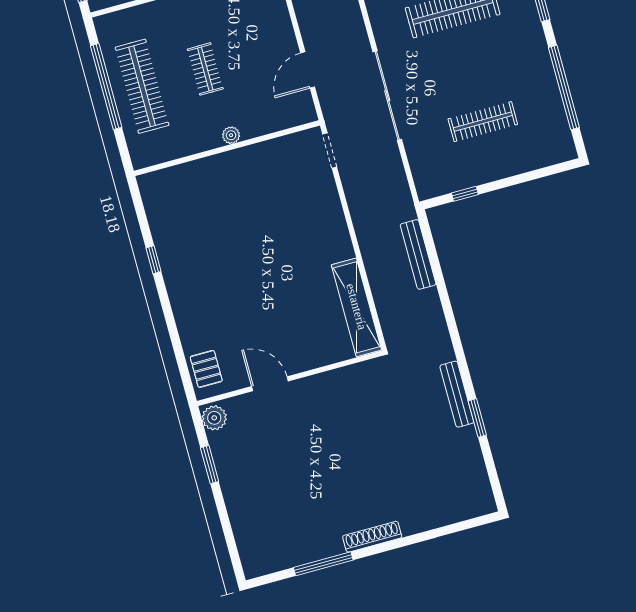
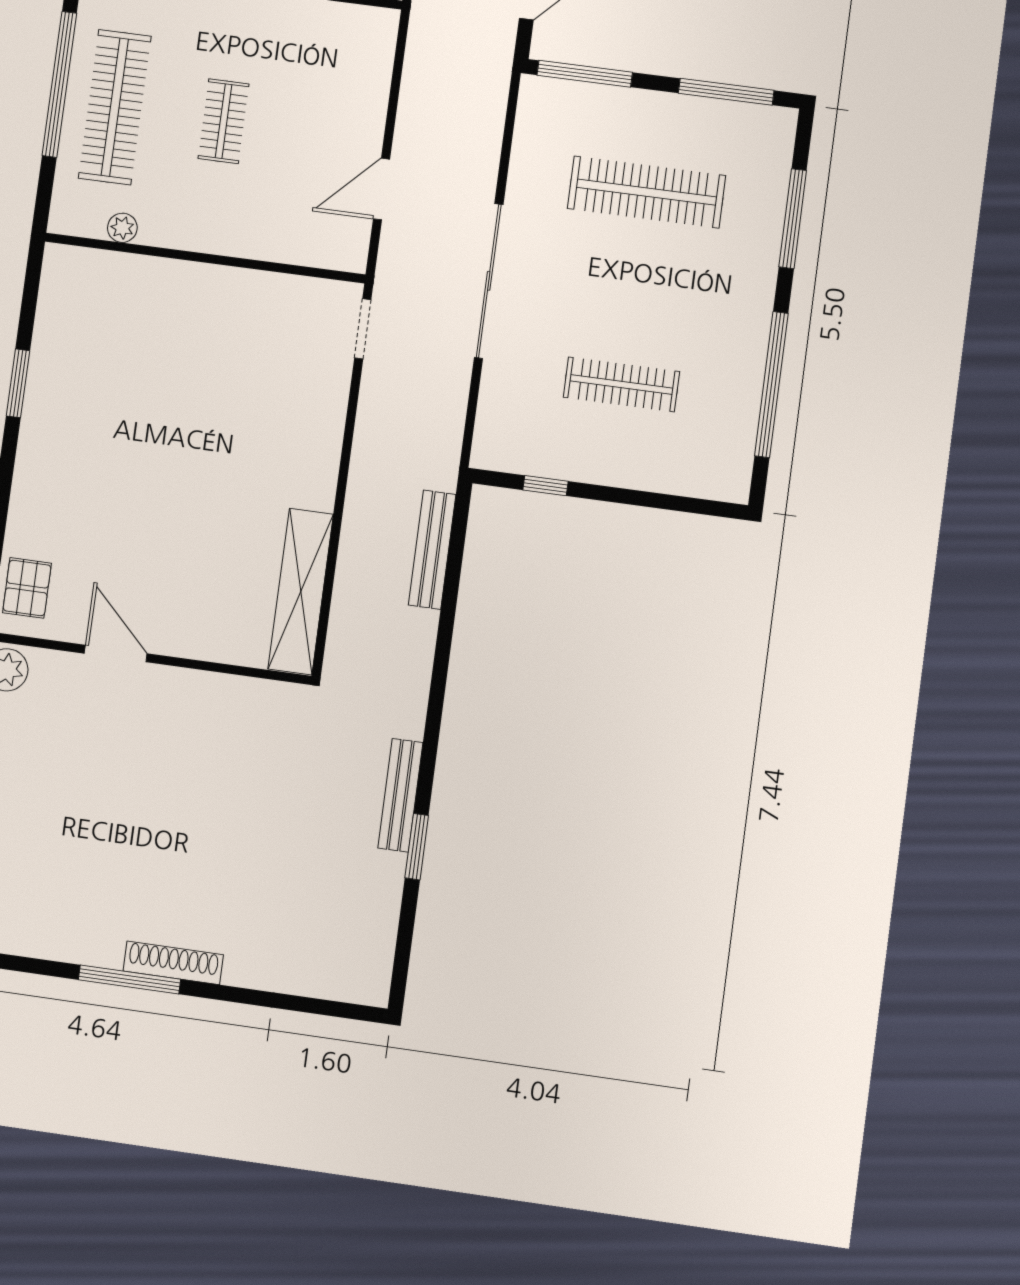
plant: (231, 135) -> (122, 228), moved
window: (154, 260) -> (18, 383), width x1.50
window: (323, 564) -> (129, 980), moved

